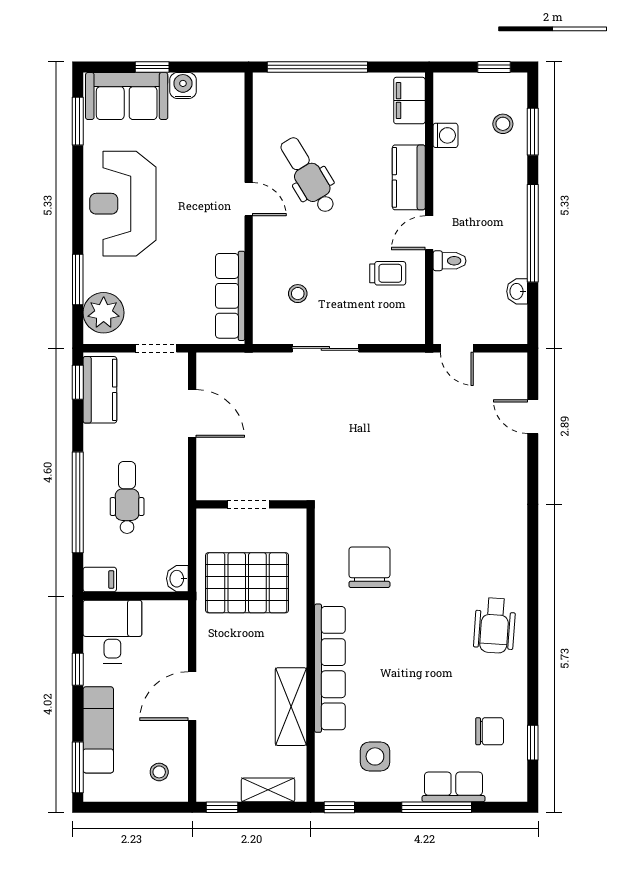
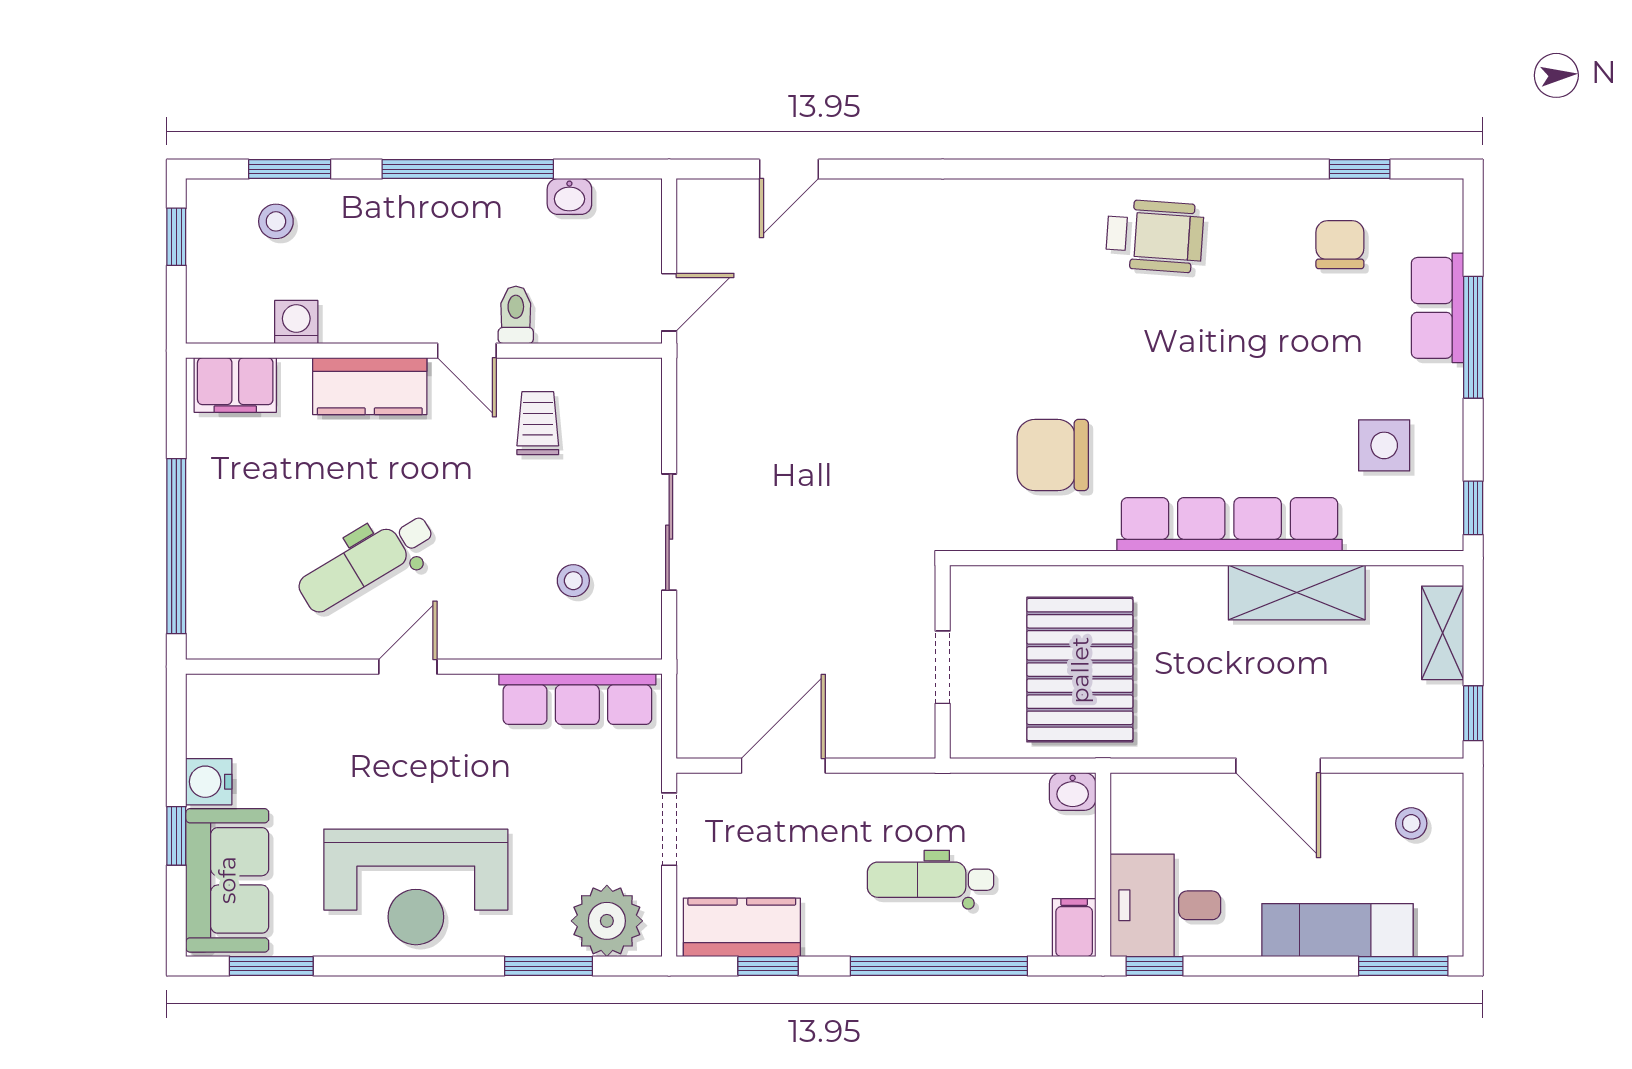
window: (78, 382) -> (768, 966), moved
window: (78, 669) -> (1155, 966), moved

